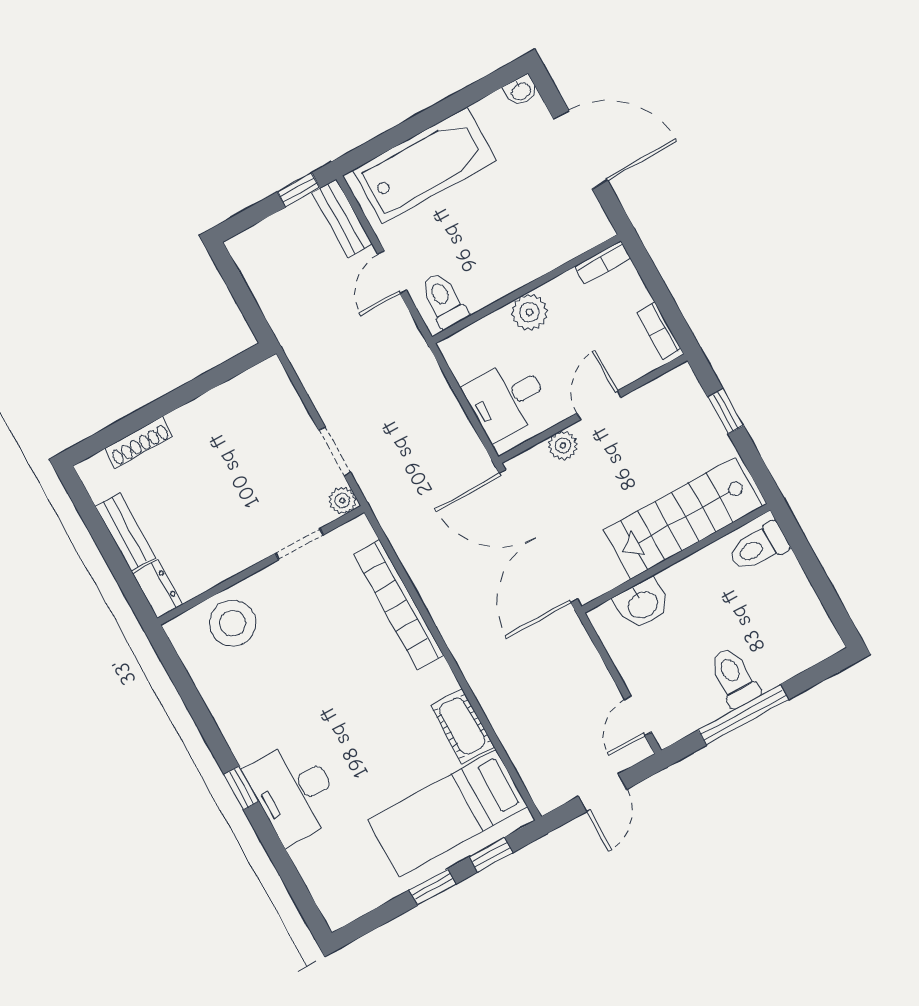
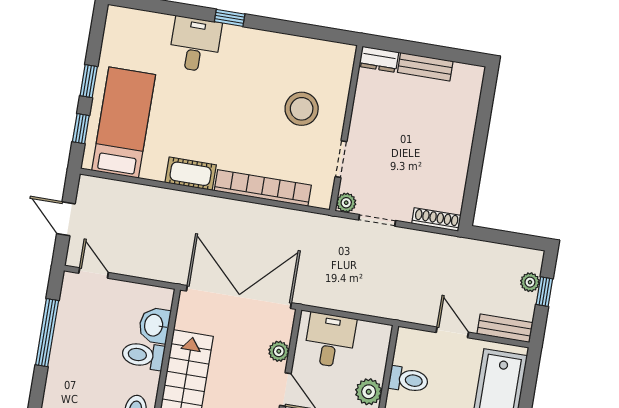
window: (299, 190) -> (544, 292), moved
plant: (270, 231) -> (530, 282), added
toilet: (444, 300) -> (409, 380), moved
shoe rack: (139, 442) -> (436, 219), moved, turned 90
stool: (233, 623) -> (302, 109), moved
toilet: (734, 677) -> (143, 355), moved, turned 180
cot: (462, 726) -> (191, 174), moved
desk: (294, 792) -> (195, 44), width x0.73

